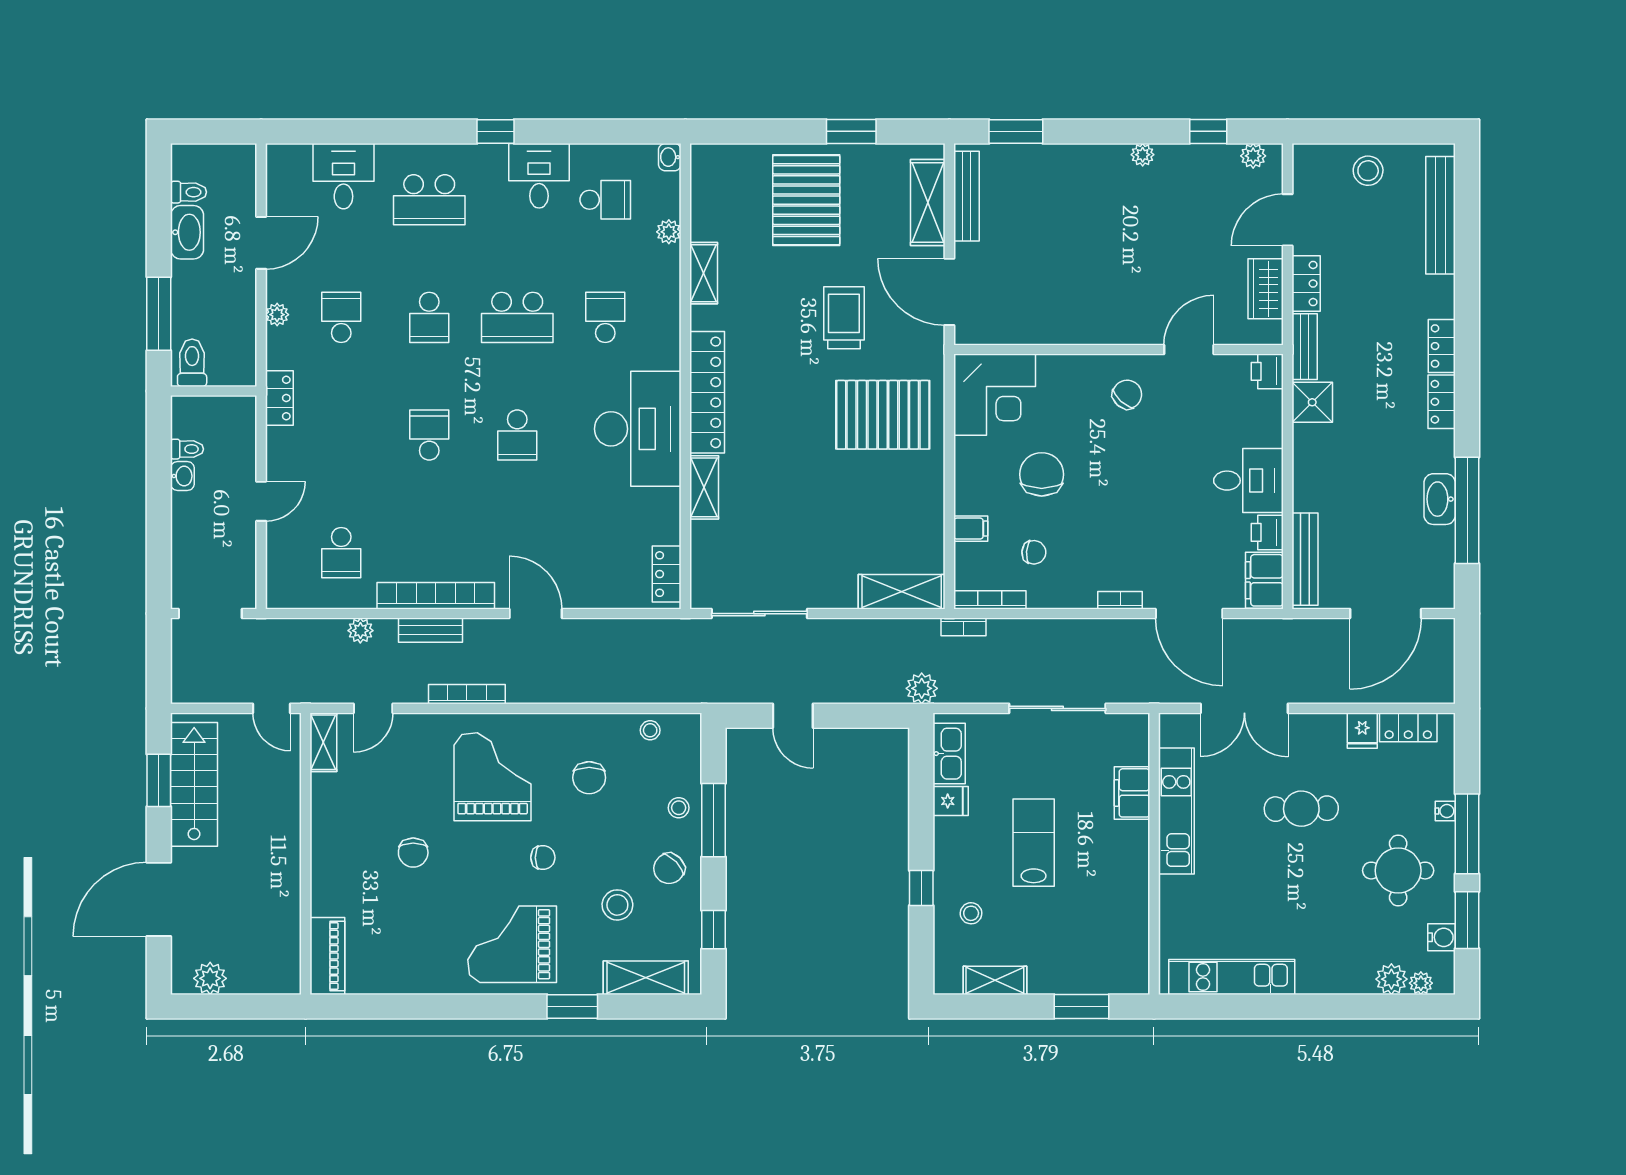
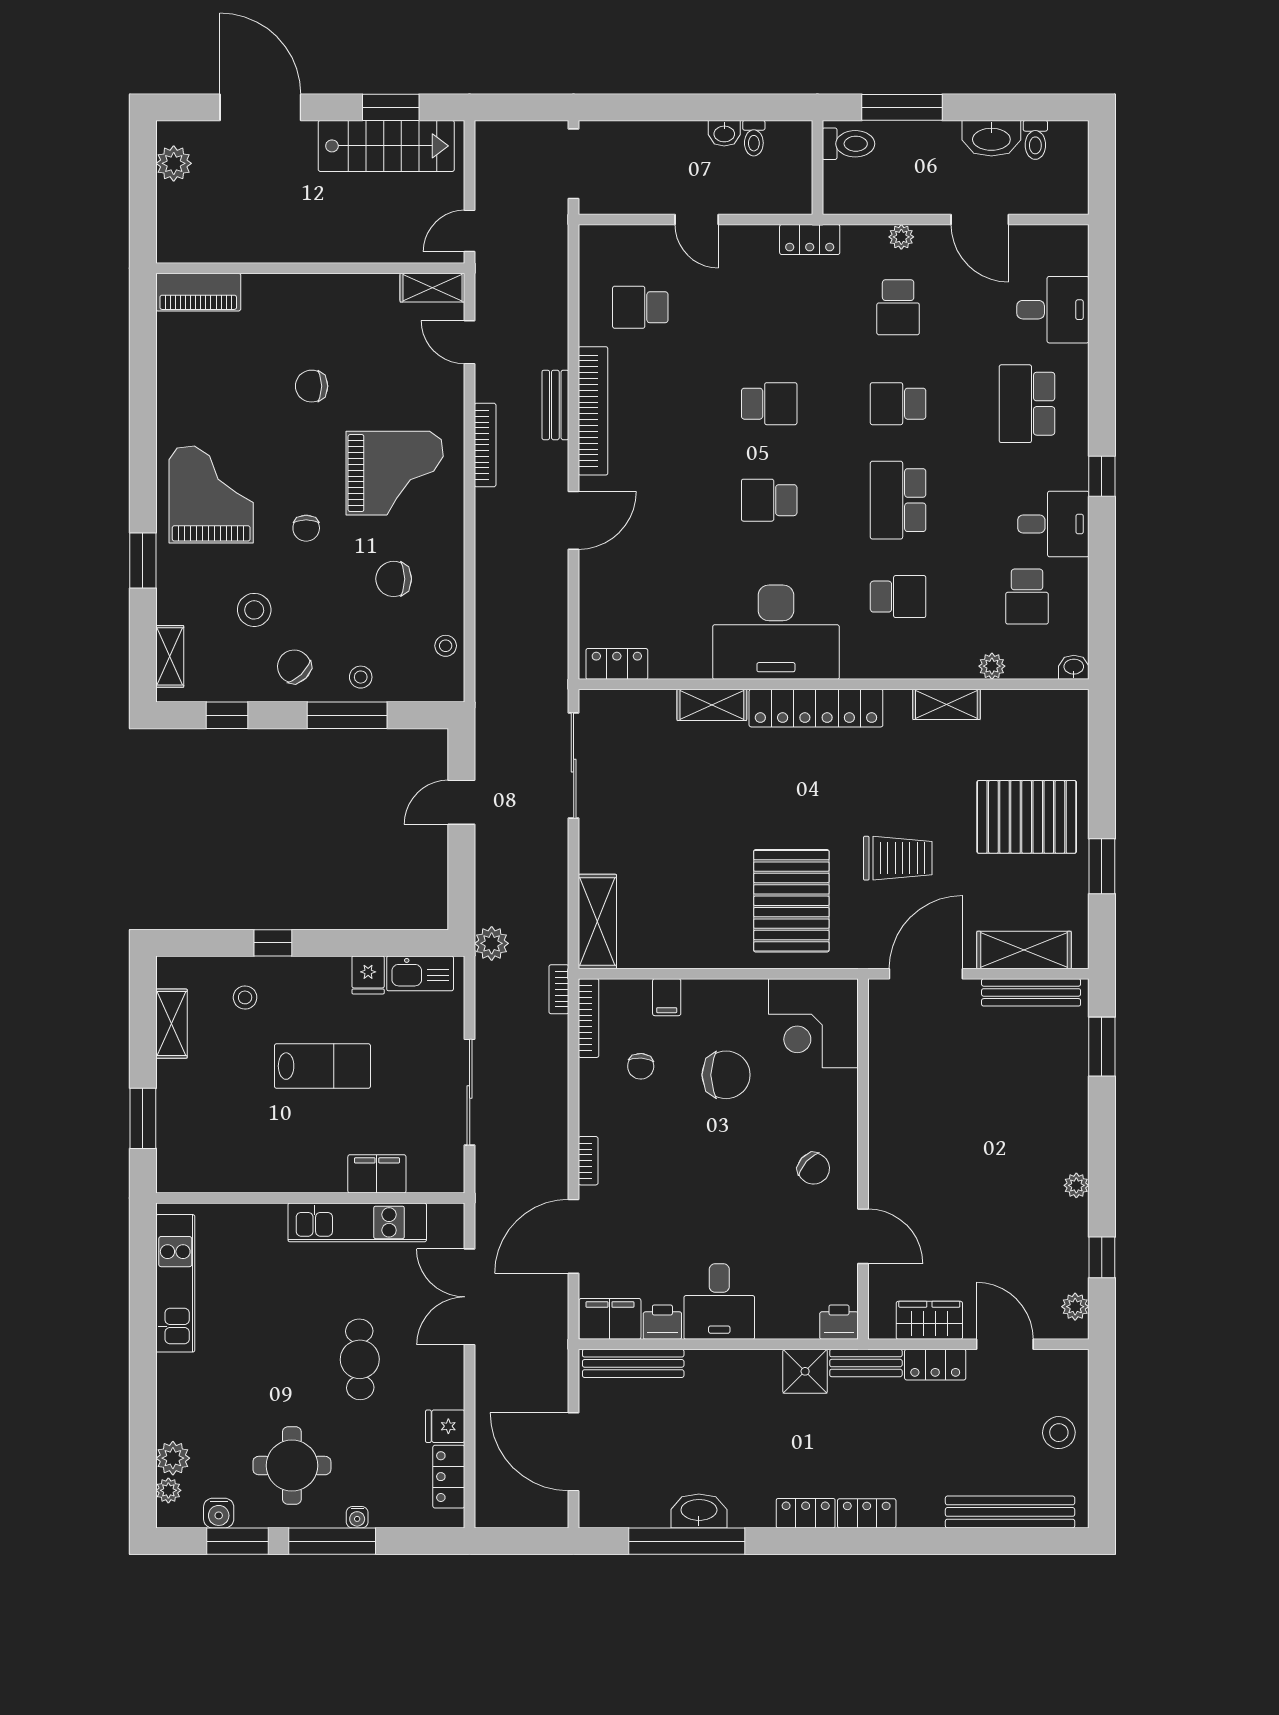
school desk: (341, 317) -> (898, 307), turned 90
plant: (360, 631) -> (555, 328), removed
shelving: (646, 978) -> (170, 656), width x0.67, depth x0.75

